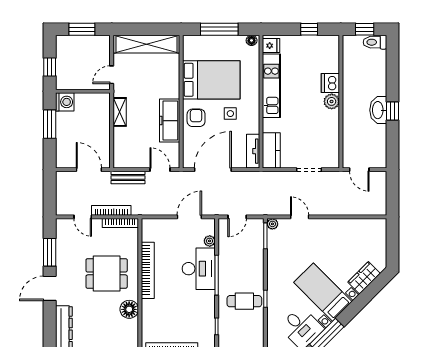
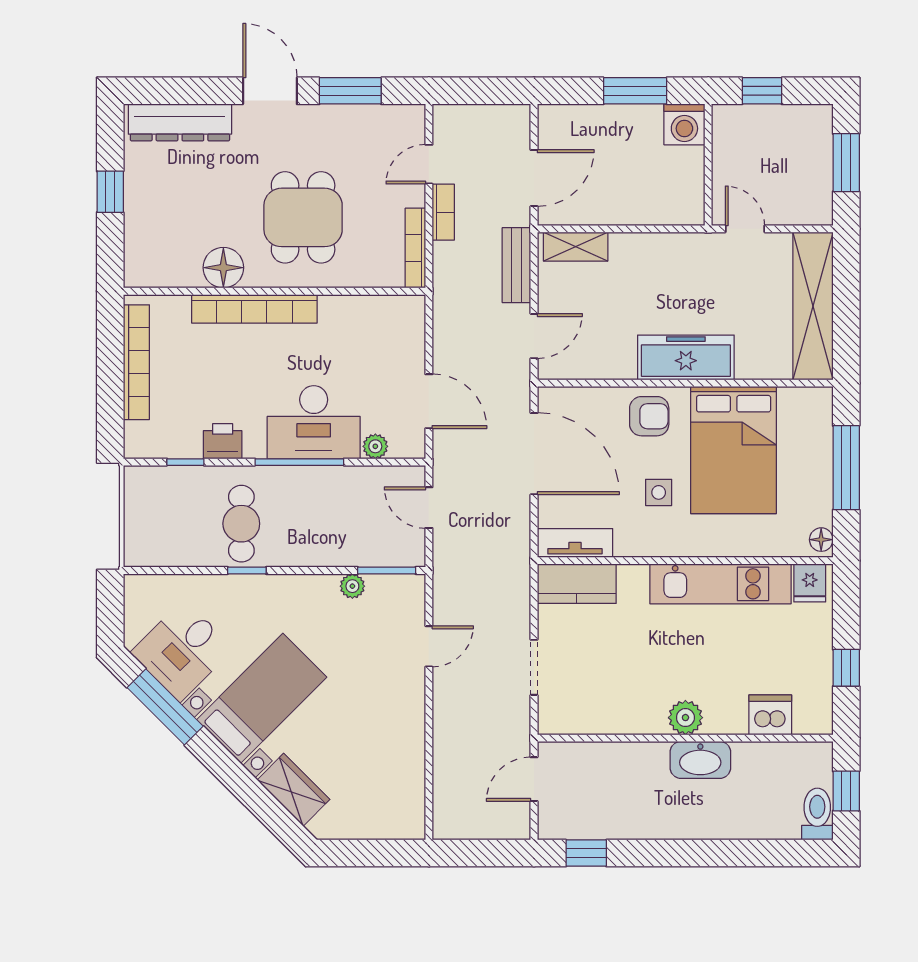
dishwasher: (330, 83) -> (770, 715), moved
washbasin: (378, 110) -> (700, 760), moved, turned 180
window: (393, 111) -> (586, 853), moved
shelving: (120, 112) -> (576, 247), moved
freezer: (170, 121) -> (686, 357), moved
bookcase: (111, 210) -> (443, 212), width x0.64
plant: (272, 224) -> (352, 586), moved
bookcase: (148, 270) -> (254, 309), moved
printer: (207, 310) -> (223, 441), added

